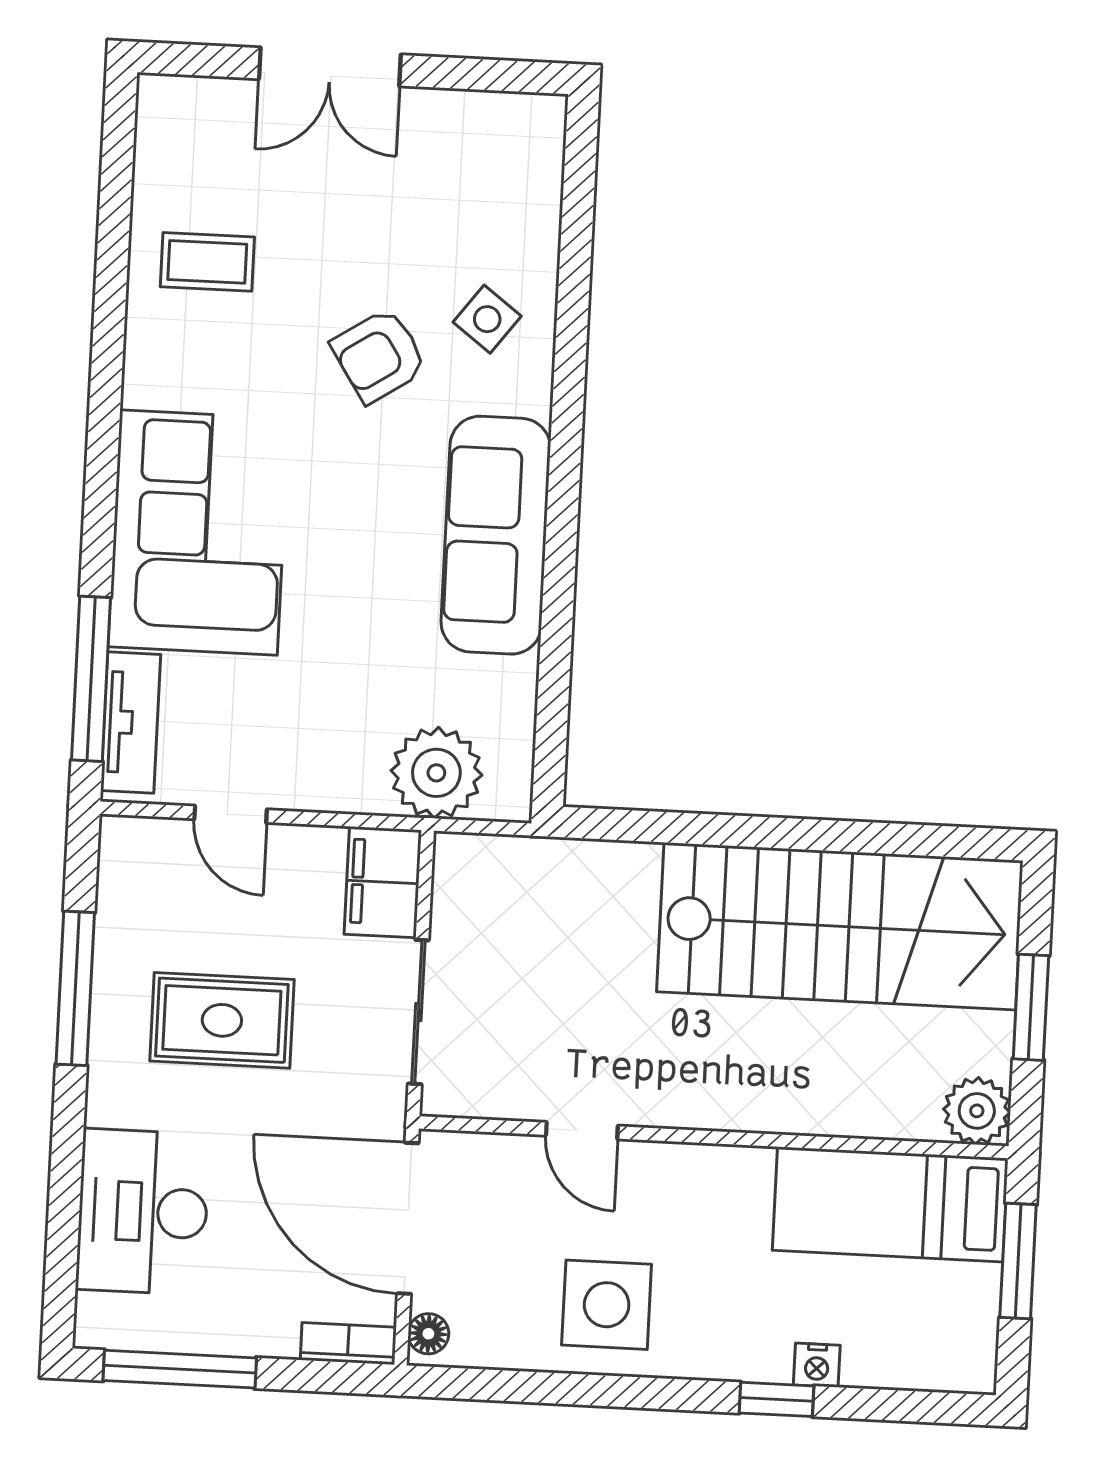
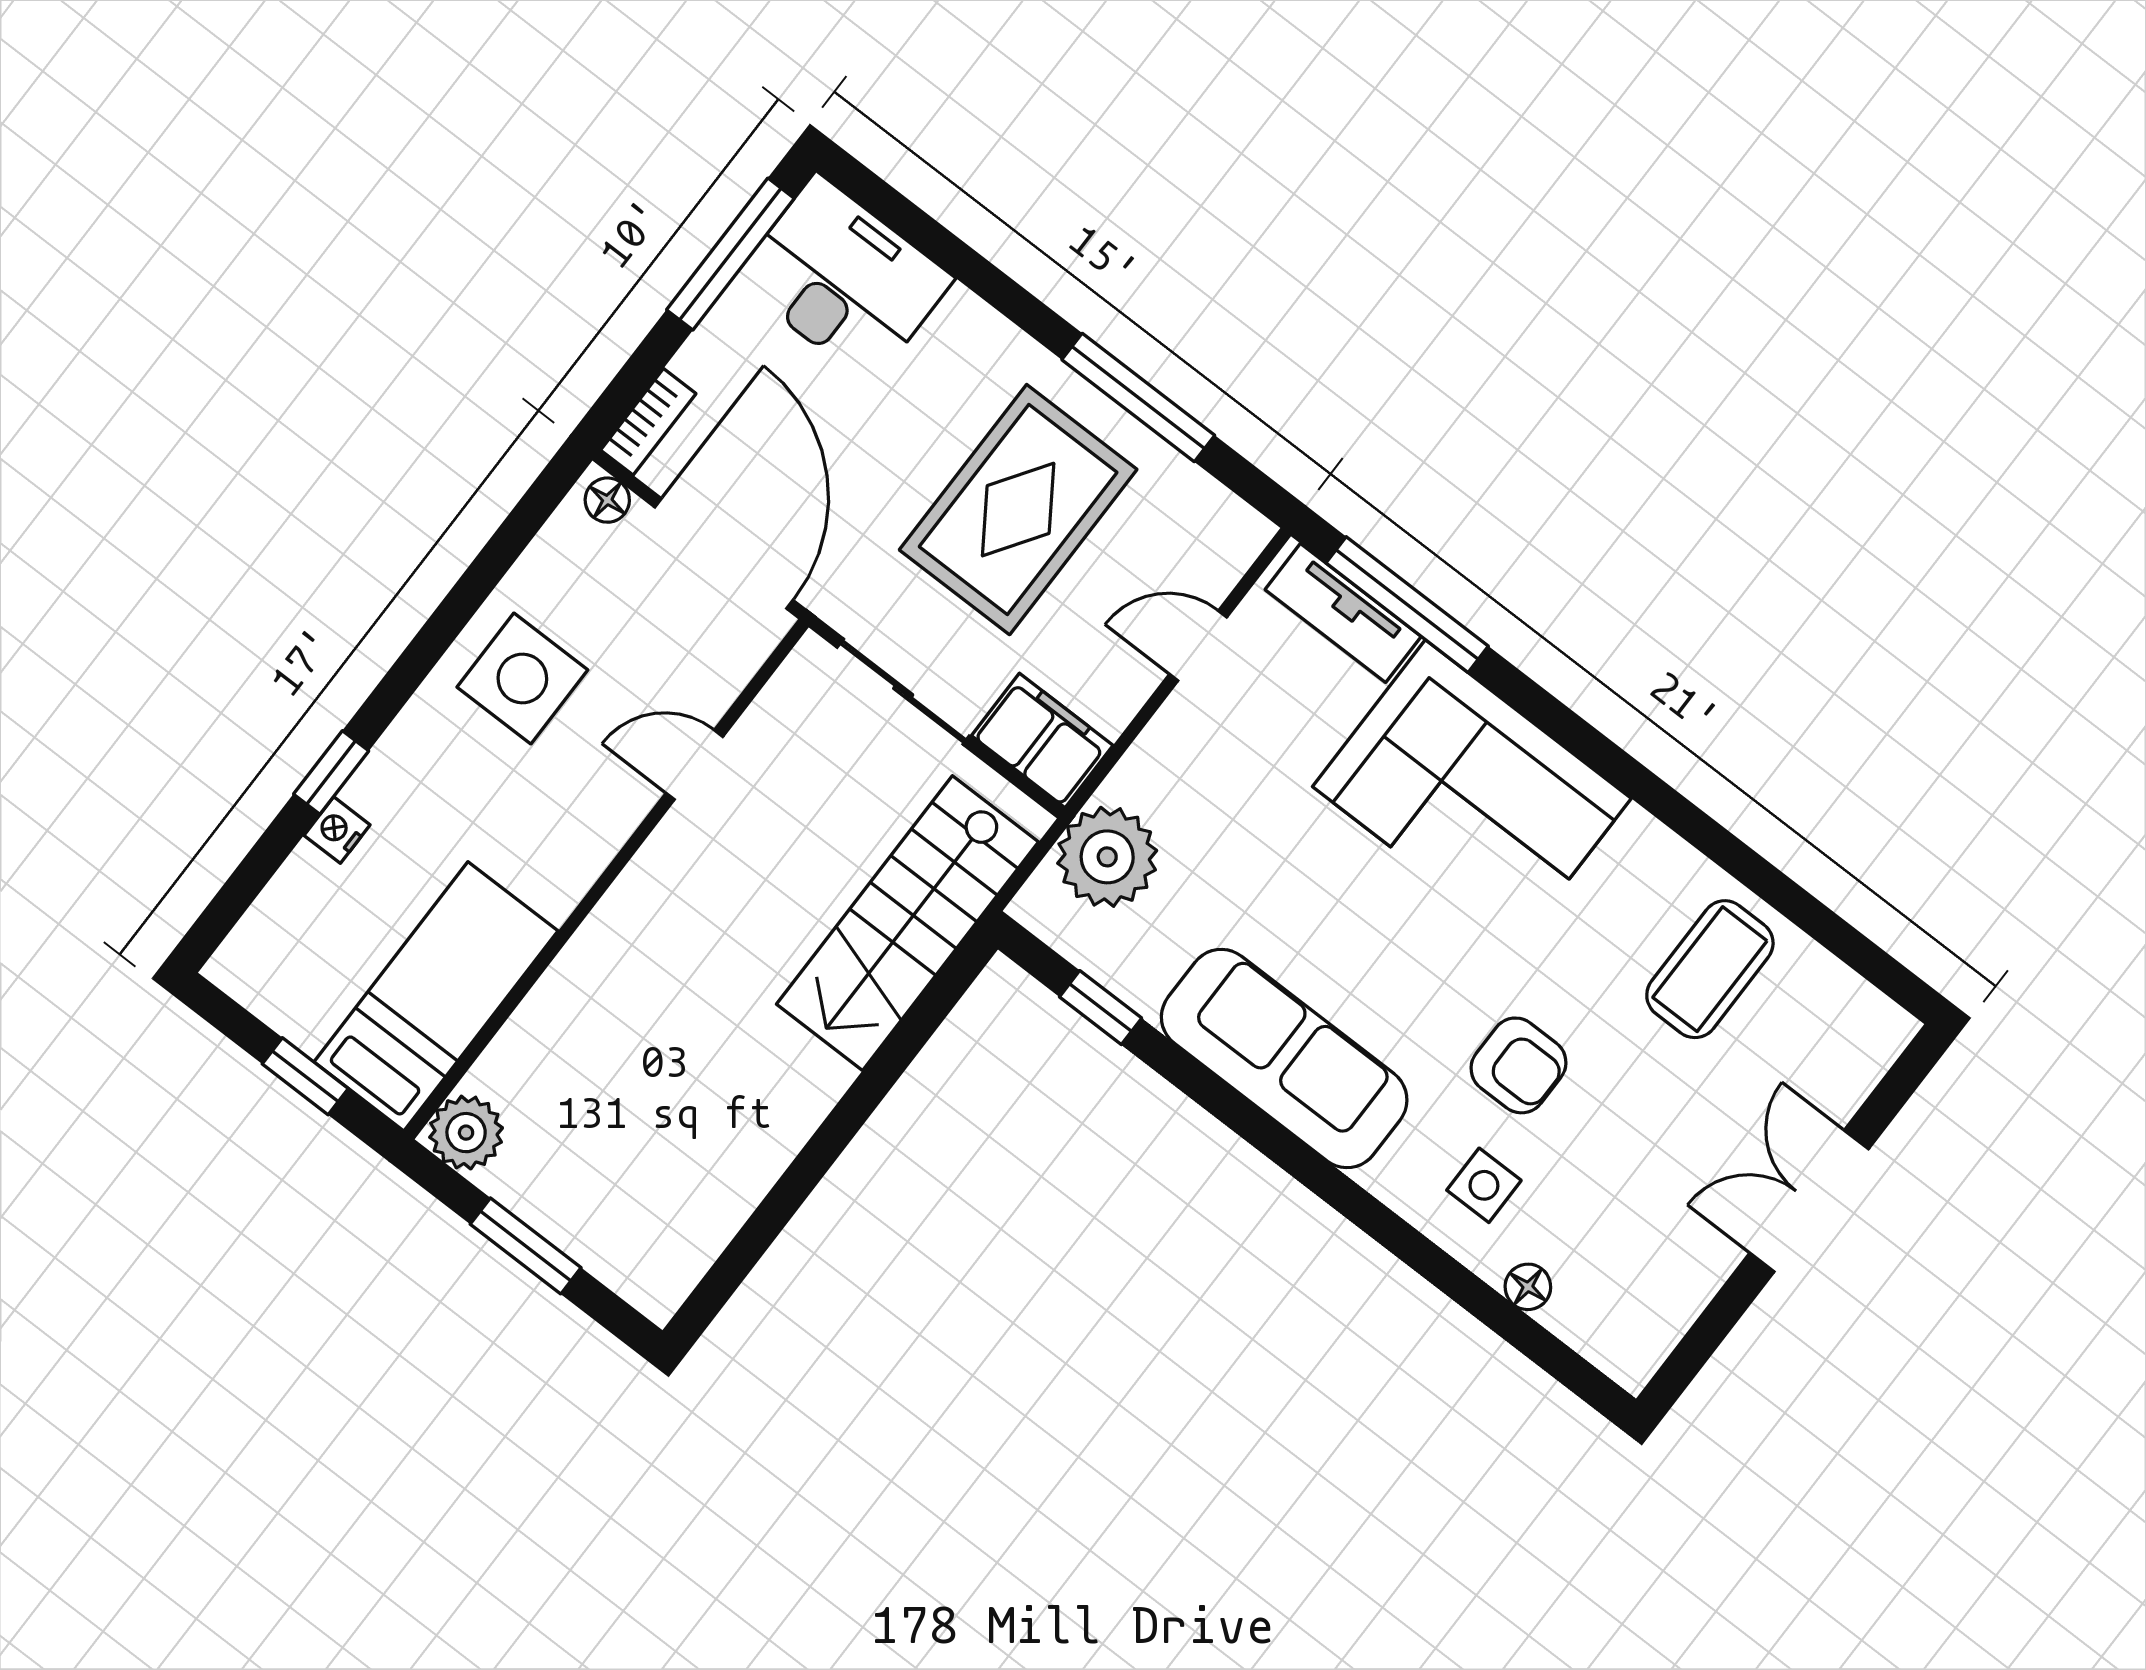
floor lamp: (541, 233) -> (1528, 1287), added
coffee table: (207, 262) -> (1710, 969), width x1.36, depth x1.30
side table: (487, 319) -> (1484, 1185), turned -37
armchair: (379, 356) -> (1518, 1065), turned 123
window: (553, 700) -> (1101, 1008), added
stairs: (840, 926) -> (907, 923), moved, width x0.73, depth x0.66
rug: (222, 1020) -> (1018, 510), width x1.36, depth x1.43
desk: (143, 1212) -> (844, 279), moved
door: (408, 1218) -> (724, 554), hinge flipped
window: (1018, 1261) -> (305, 1076), width x0.67

